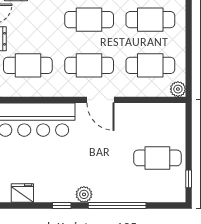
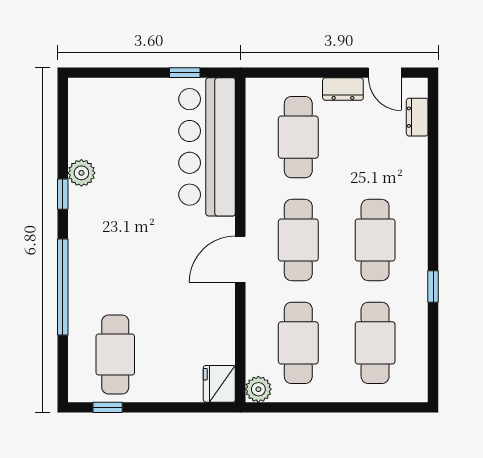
cafe table: (157, 158) -> (115, 354), moved
fridge: (22, 193) -> (219, 384), moved, turned 180
plant: (84, 194) -> (81, 173), moved

